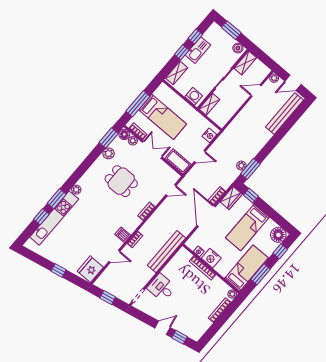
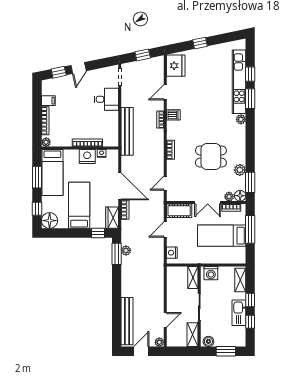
filing cabinet: (205, 323) -> (48, 101), added

